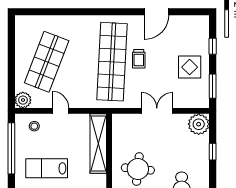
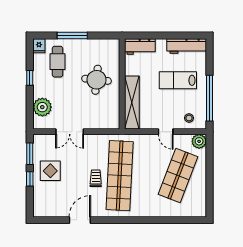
window: (213, 46) -> (30, 179), moved
double door: (157, 111) -> (70, 132), moved
plant: (199, 124) -> (42, 107), moved
window: (213, 152) -> (30, 78), moved
lab bench: (47, 168) -> (178, 80), turned 180

